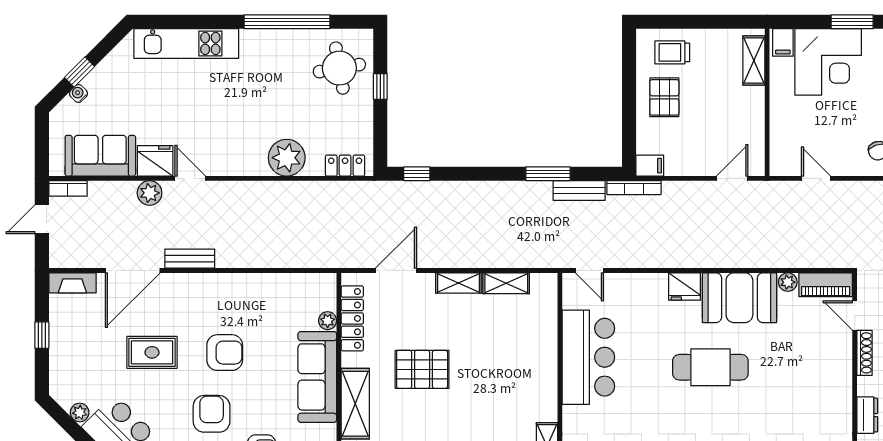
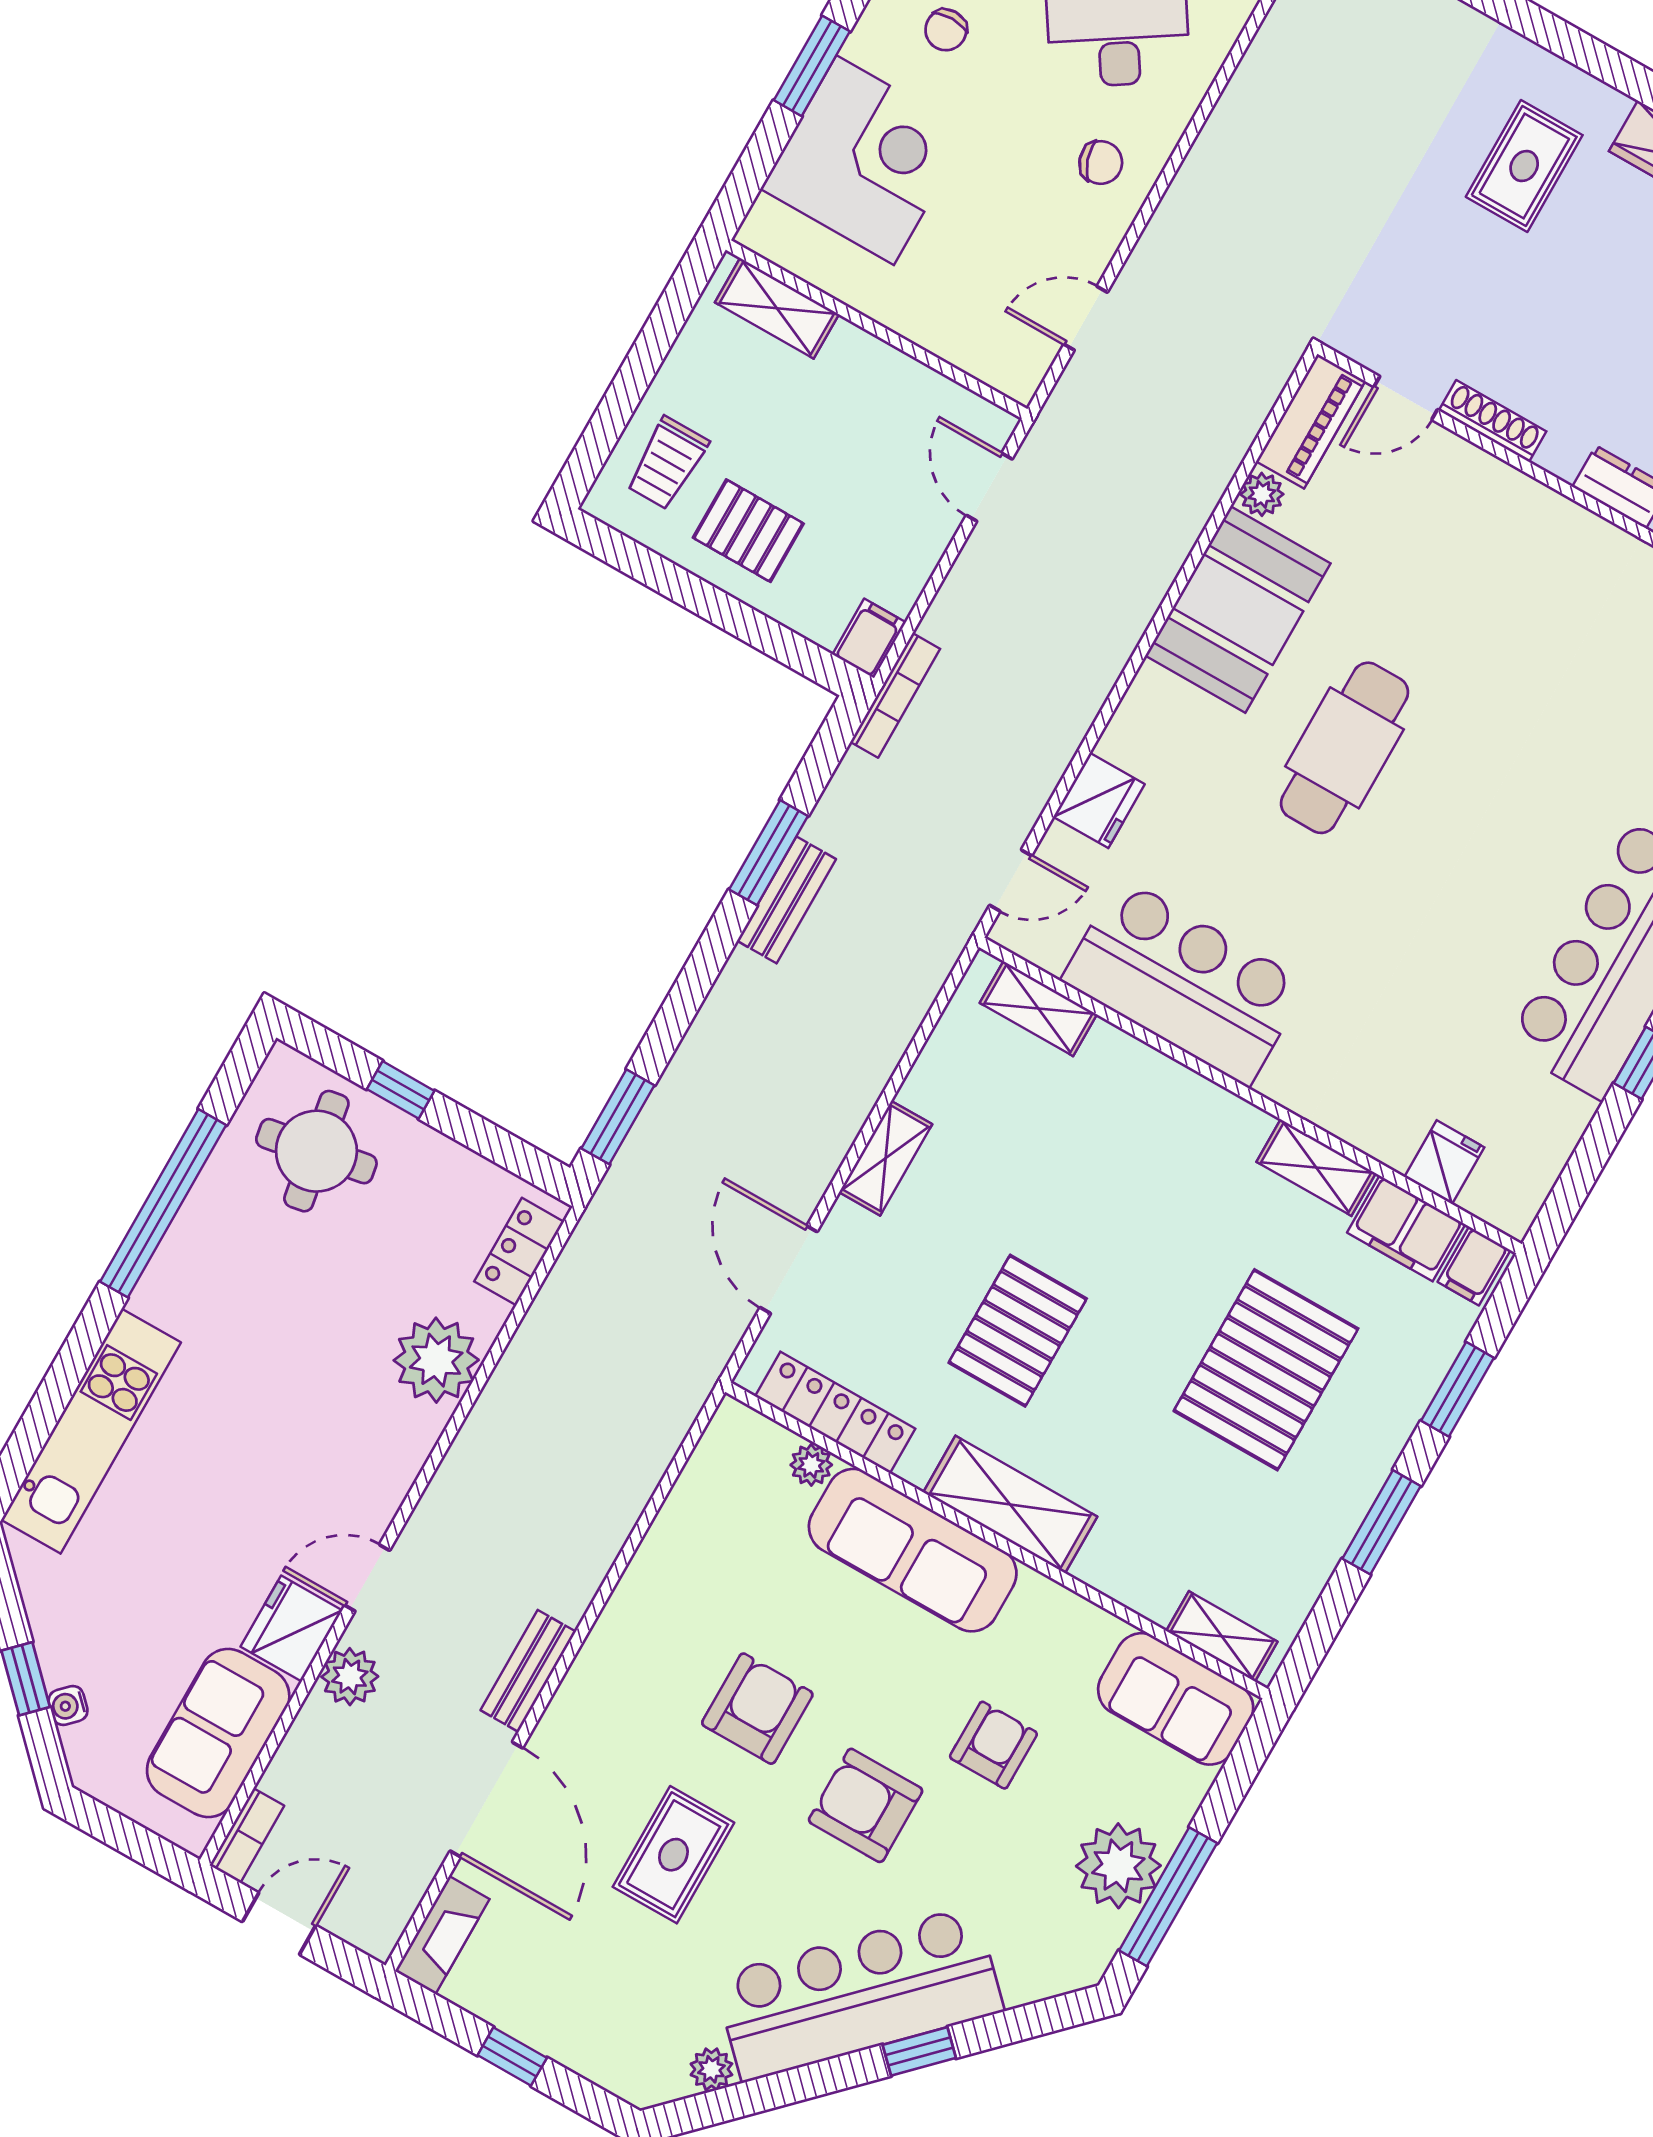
filing cabinet: (783, 42) -> (774, 229), removed
window: (417, 174) -> (618, 1117), width x1.50
bench: (579, 191) -> (786, 900), moved
door: (42, 219) -> (279, 1924), swing flipped
shelving: (506, 283) -> (1038, 1009), moved, turned 90
fridge: (685, 286) -> (1099, 800), moved

